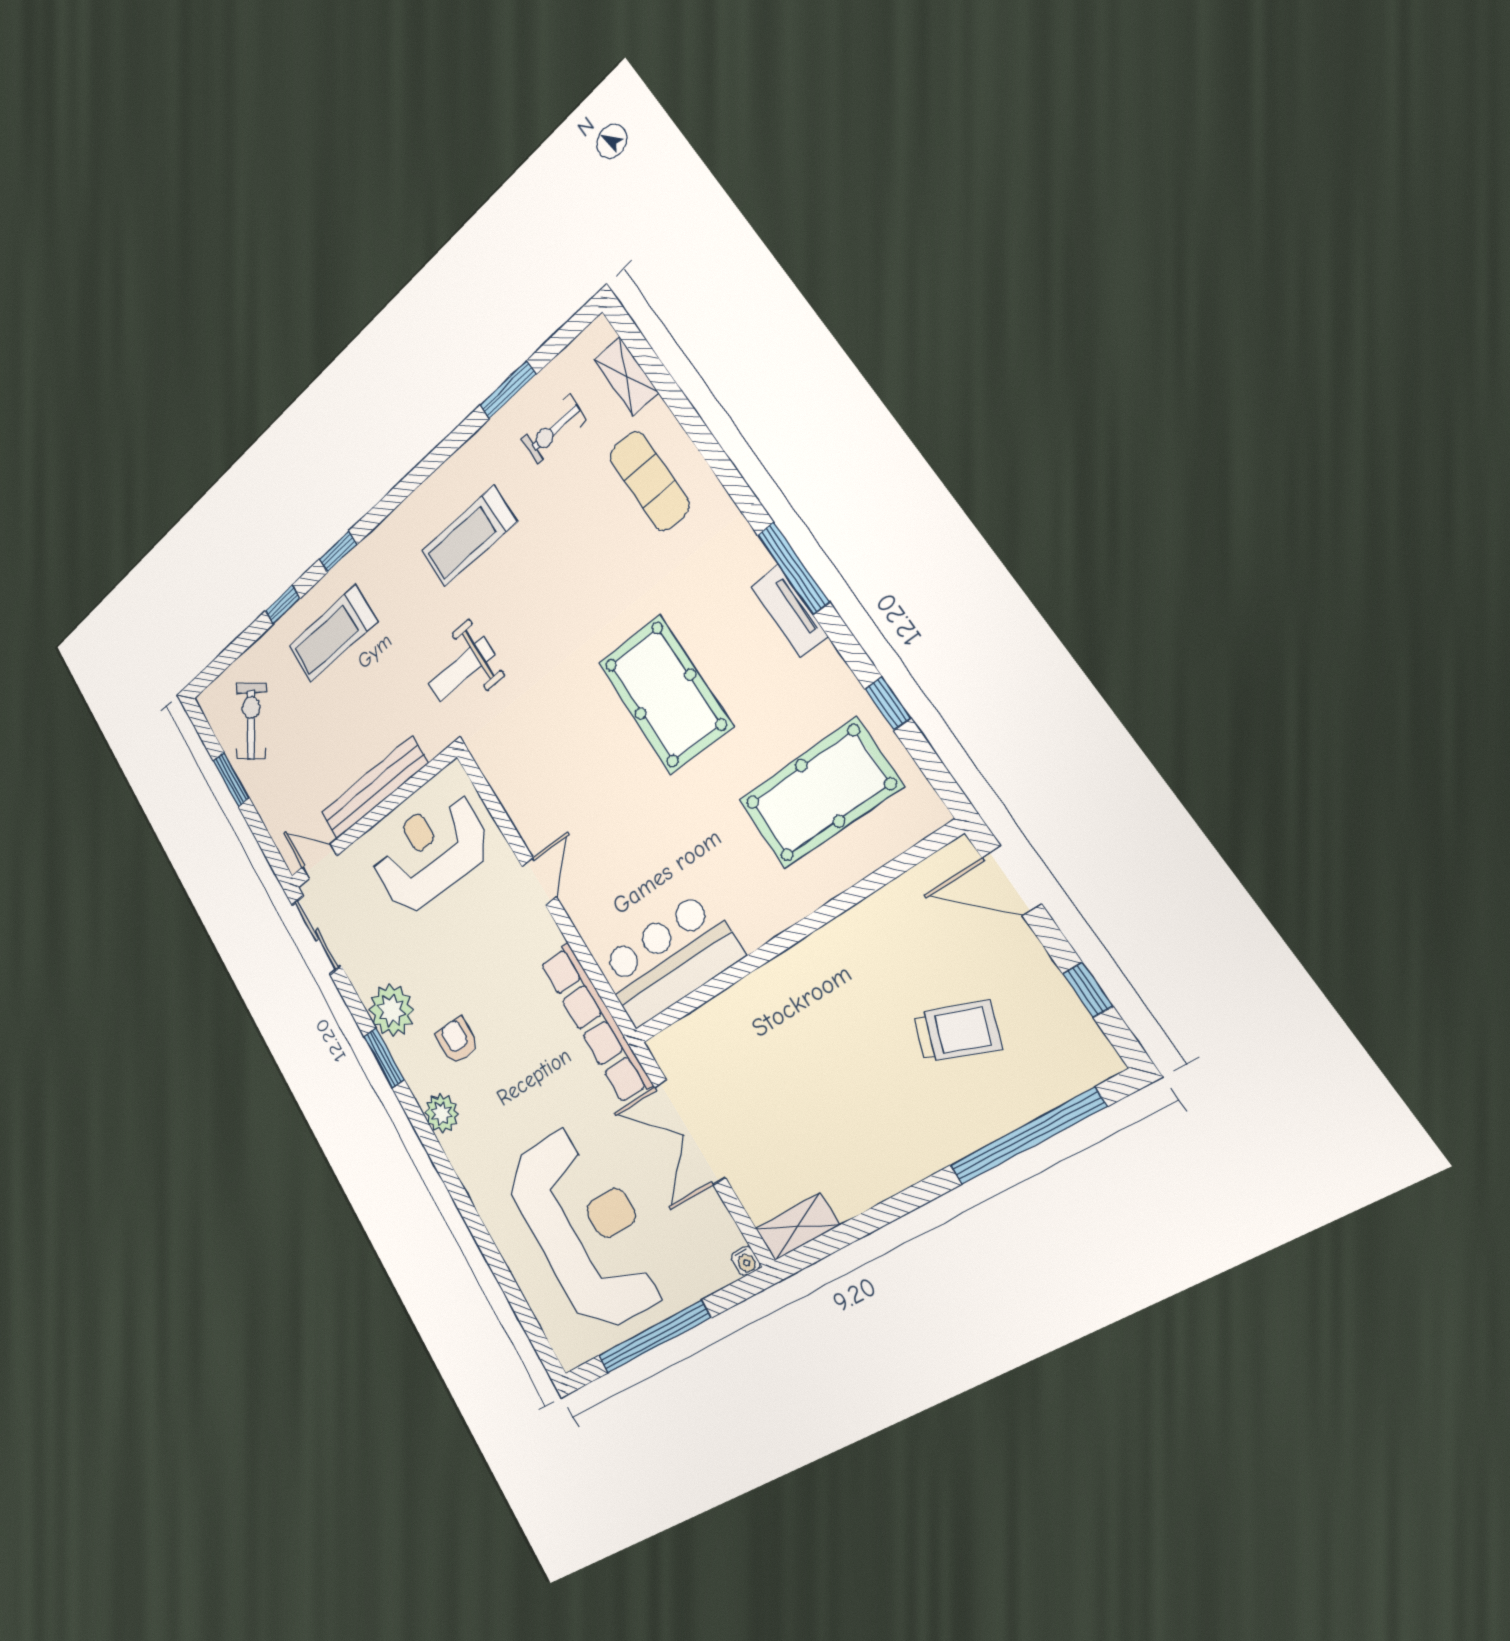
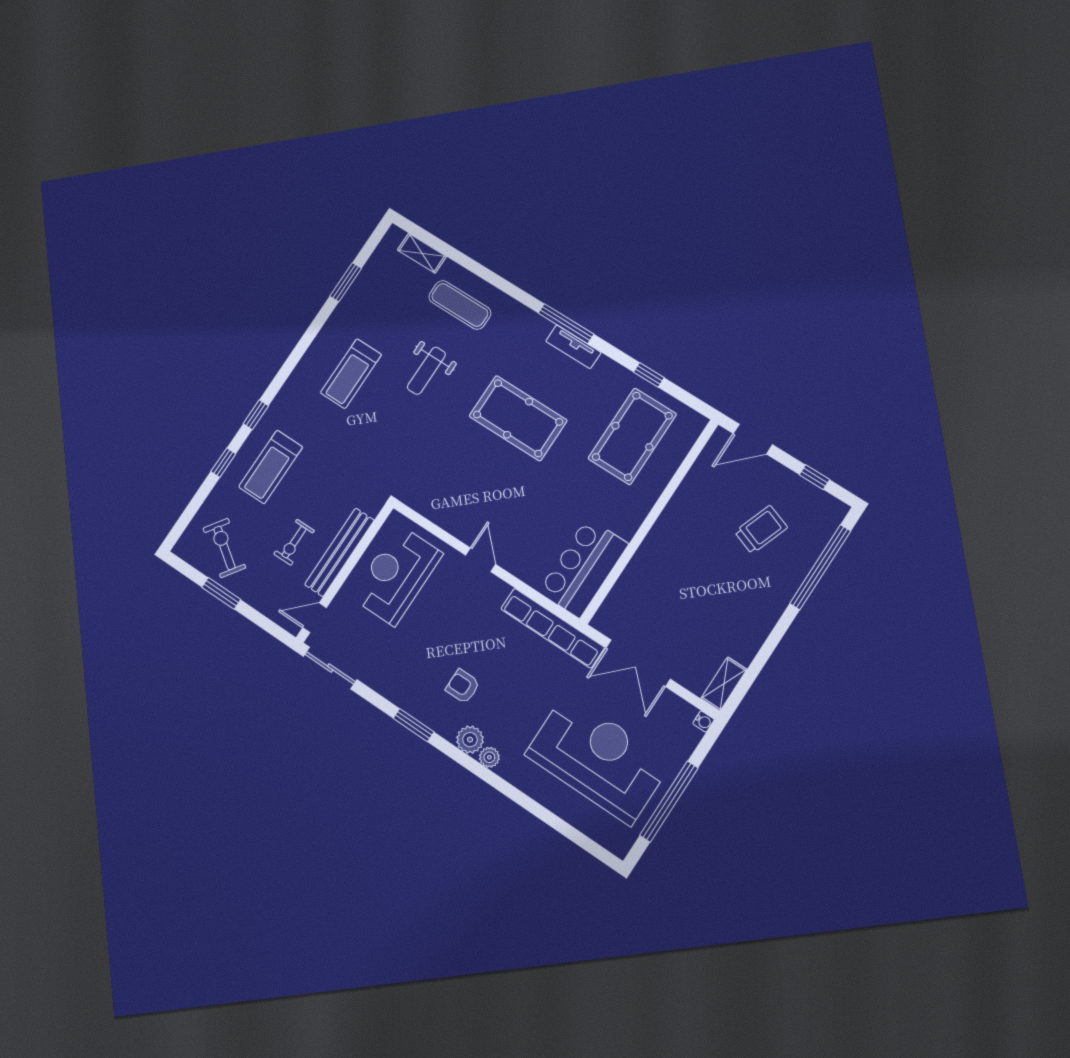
exercise bike: (553, 430) -> (294, 542), moved
weight bench: (461, 669) -> (426, 371), moved
plant: (391, 1010) -> (489, 757), moved, width x0.53, depth x0.53

